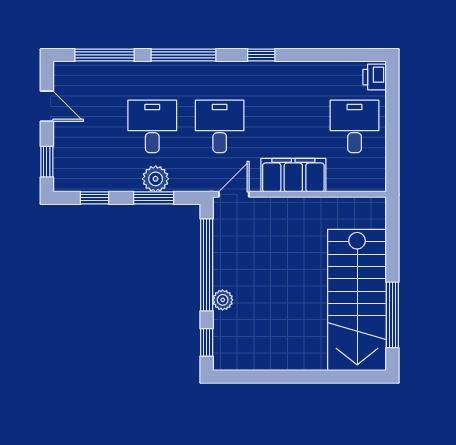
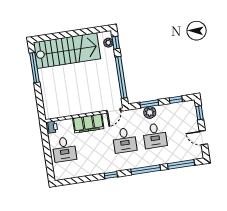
printer: (375, 77) -> (52, 127), moved
plant: (223, 300) -> (108, 43), moved
stairs: (357, 300) -> (67, 51), moved, turned 90

